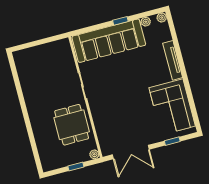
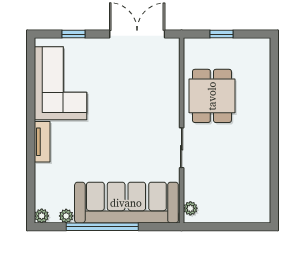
window: (120, 21) -> (102, 227), width x3.17
tv unit: (173, 60) -> (42, 142), width x0.71
plant: (94, 154) -> (190, 208), moved

